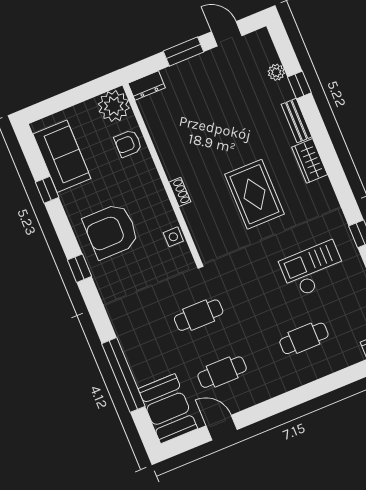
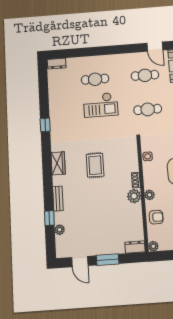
plant: (114, 106) -> (153, 246), width x0.53, depth x0.53
wardrobe: (310, 161) -> (58, 163), moved
plant: (174, 165) -> (134, 196), added
plant: (150, 175) -> (150, 195), added
rug: (254, 194) -> (95, 165), width x0.73, depth x0.70
checkout: (313, 269) -> (101, 105), moved

